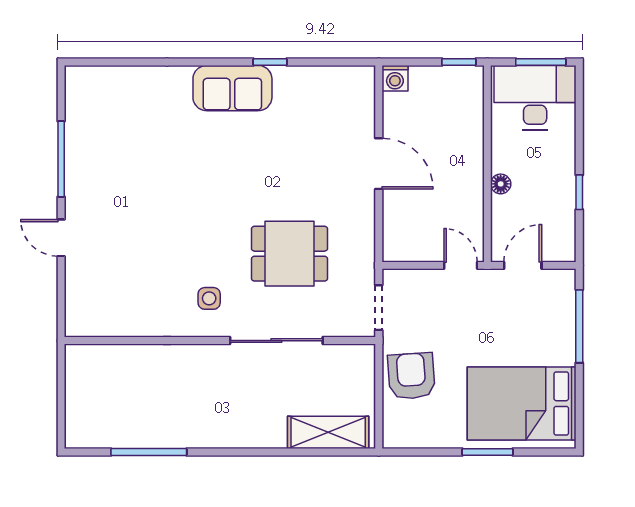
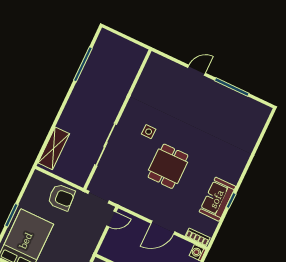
sofa: (232, 88) -> (217, 199), moved
bookcase: (366, 92) -> (198, 237), added
dining table: (290, 254) -> (168, 166), moved
door: (461, 265) -> (111, 219), moved
side table: (209, 298) -> (149, 132), moved

